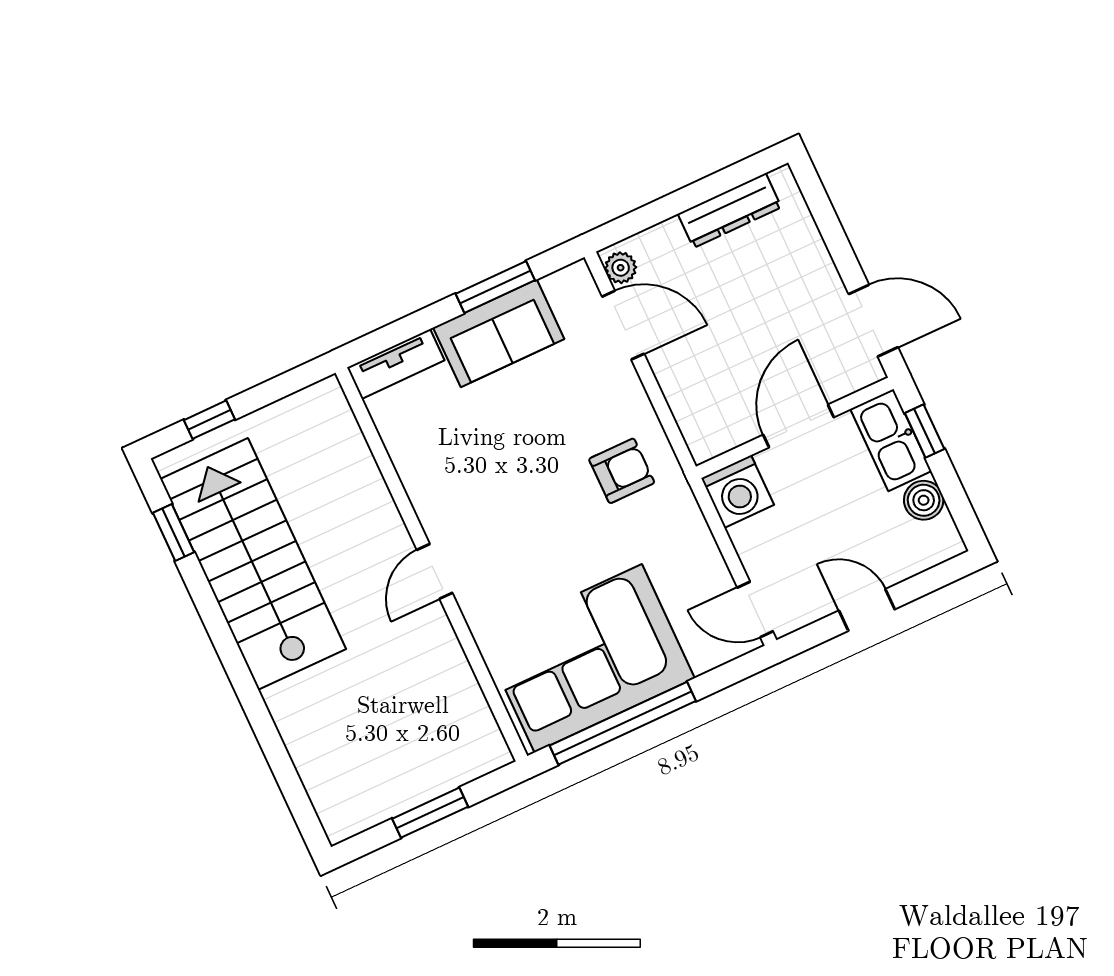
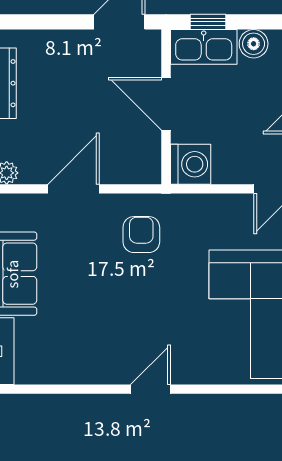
door: (623, 325) -> (73, 189), moved
door: (435, 571) -> (150, 389), swing flipped

